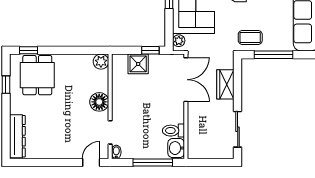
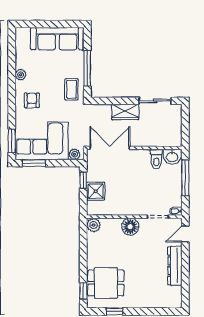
wardrobe: (225, 84) -> (125, 112), moved
dresser: (17, 136) -> (175, 266), moved, turned -90
door: (91, 162) -> (185, 234), hinge flipped

